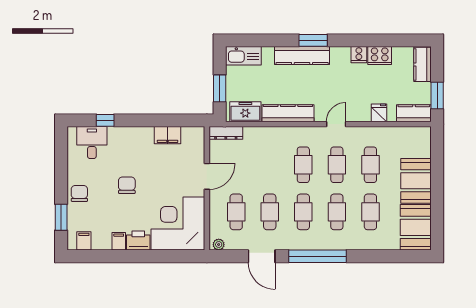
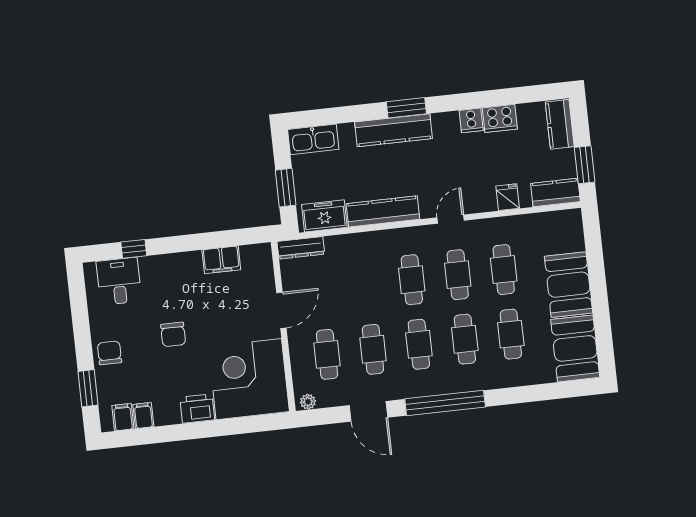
chair: (127, 185) -> (173, 334), turned 180
filing cabinet: (119, 241) -> (143, 415), moved

